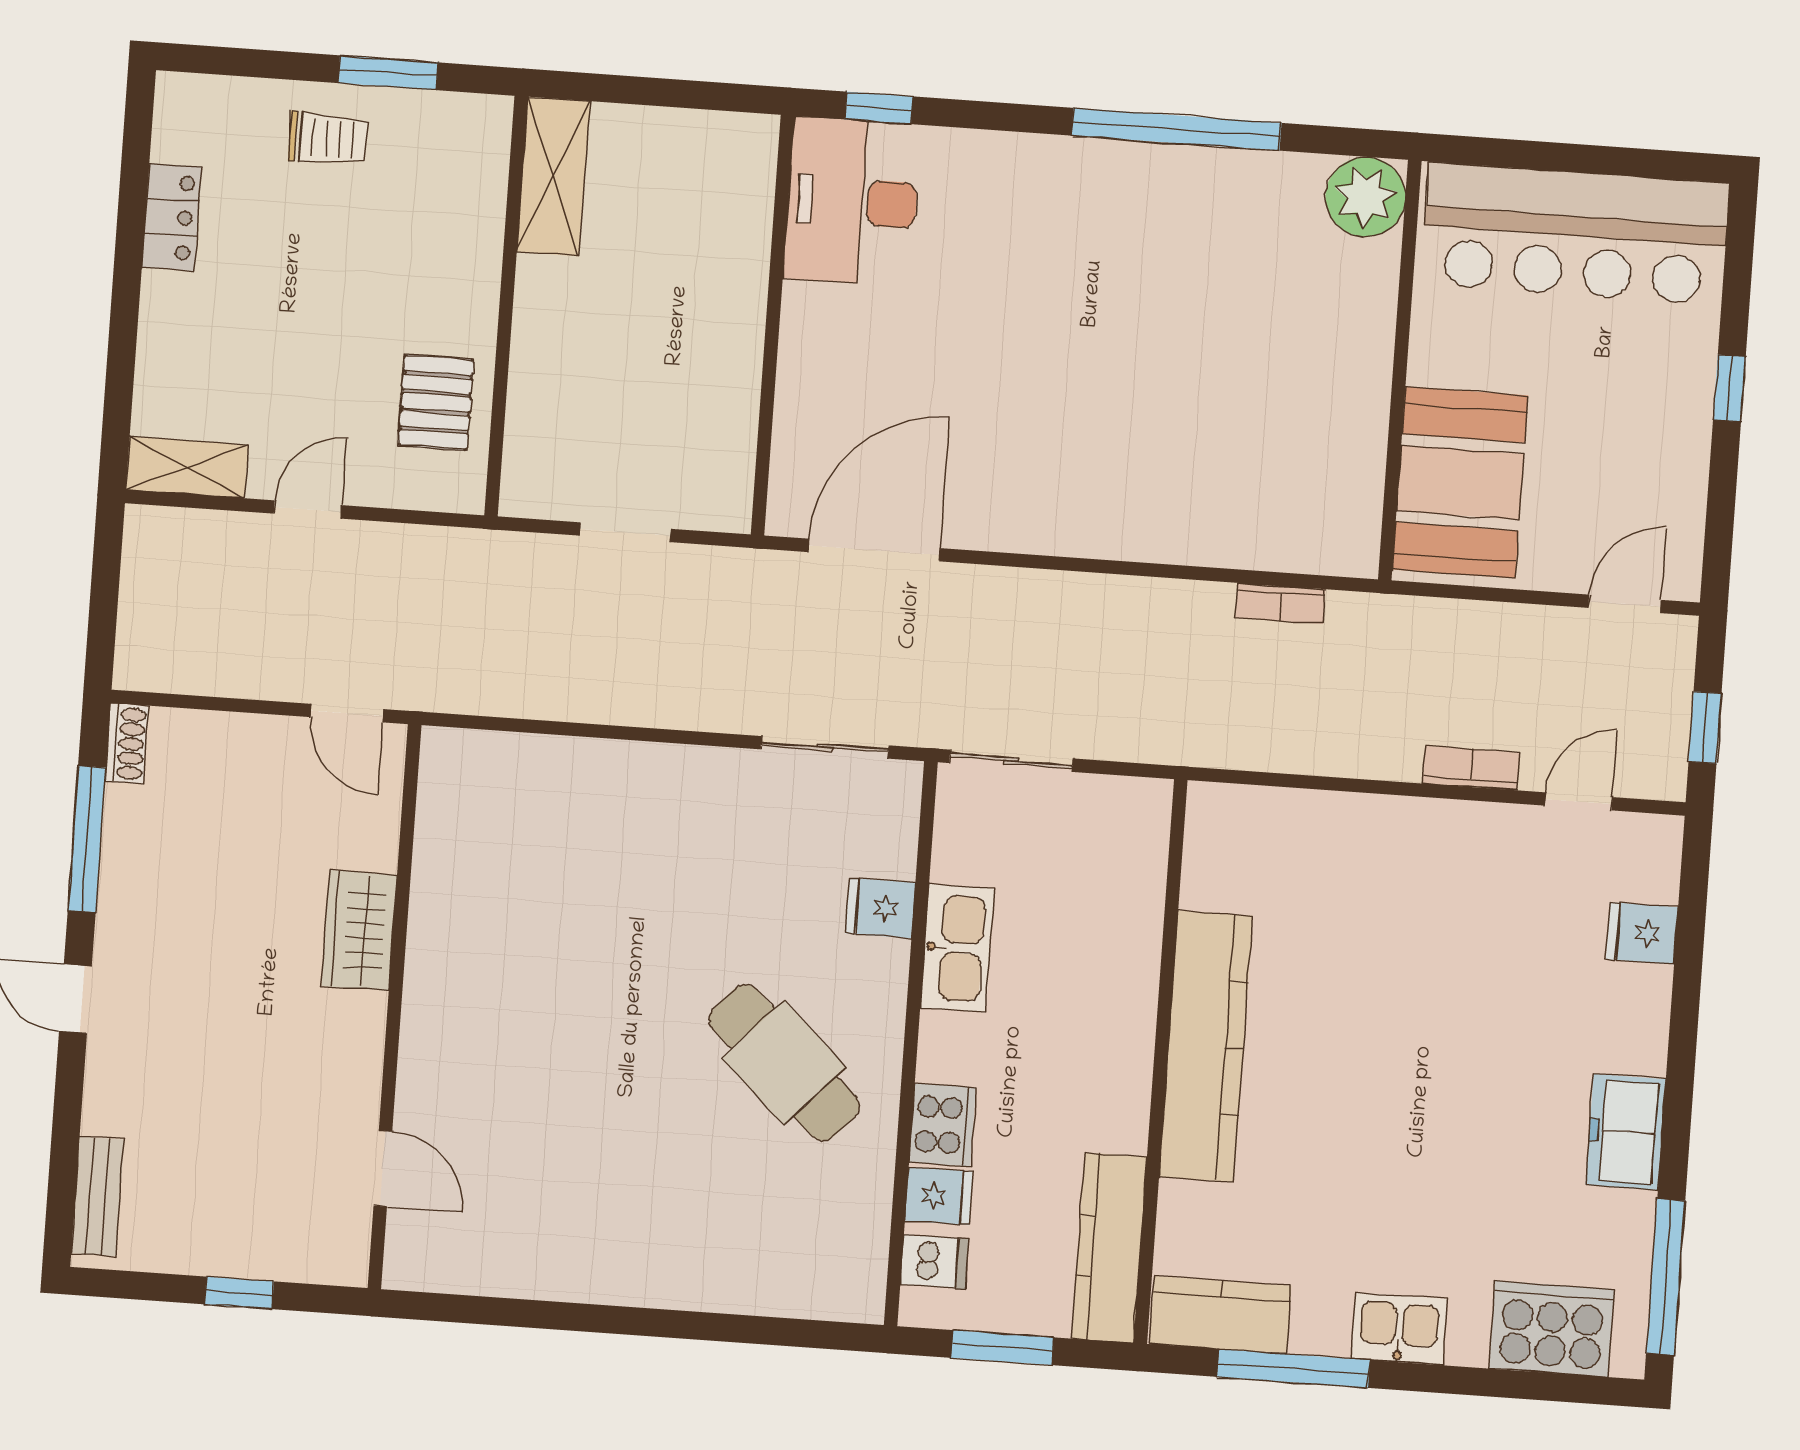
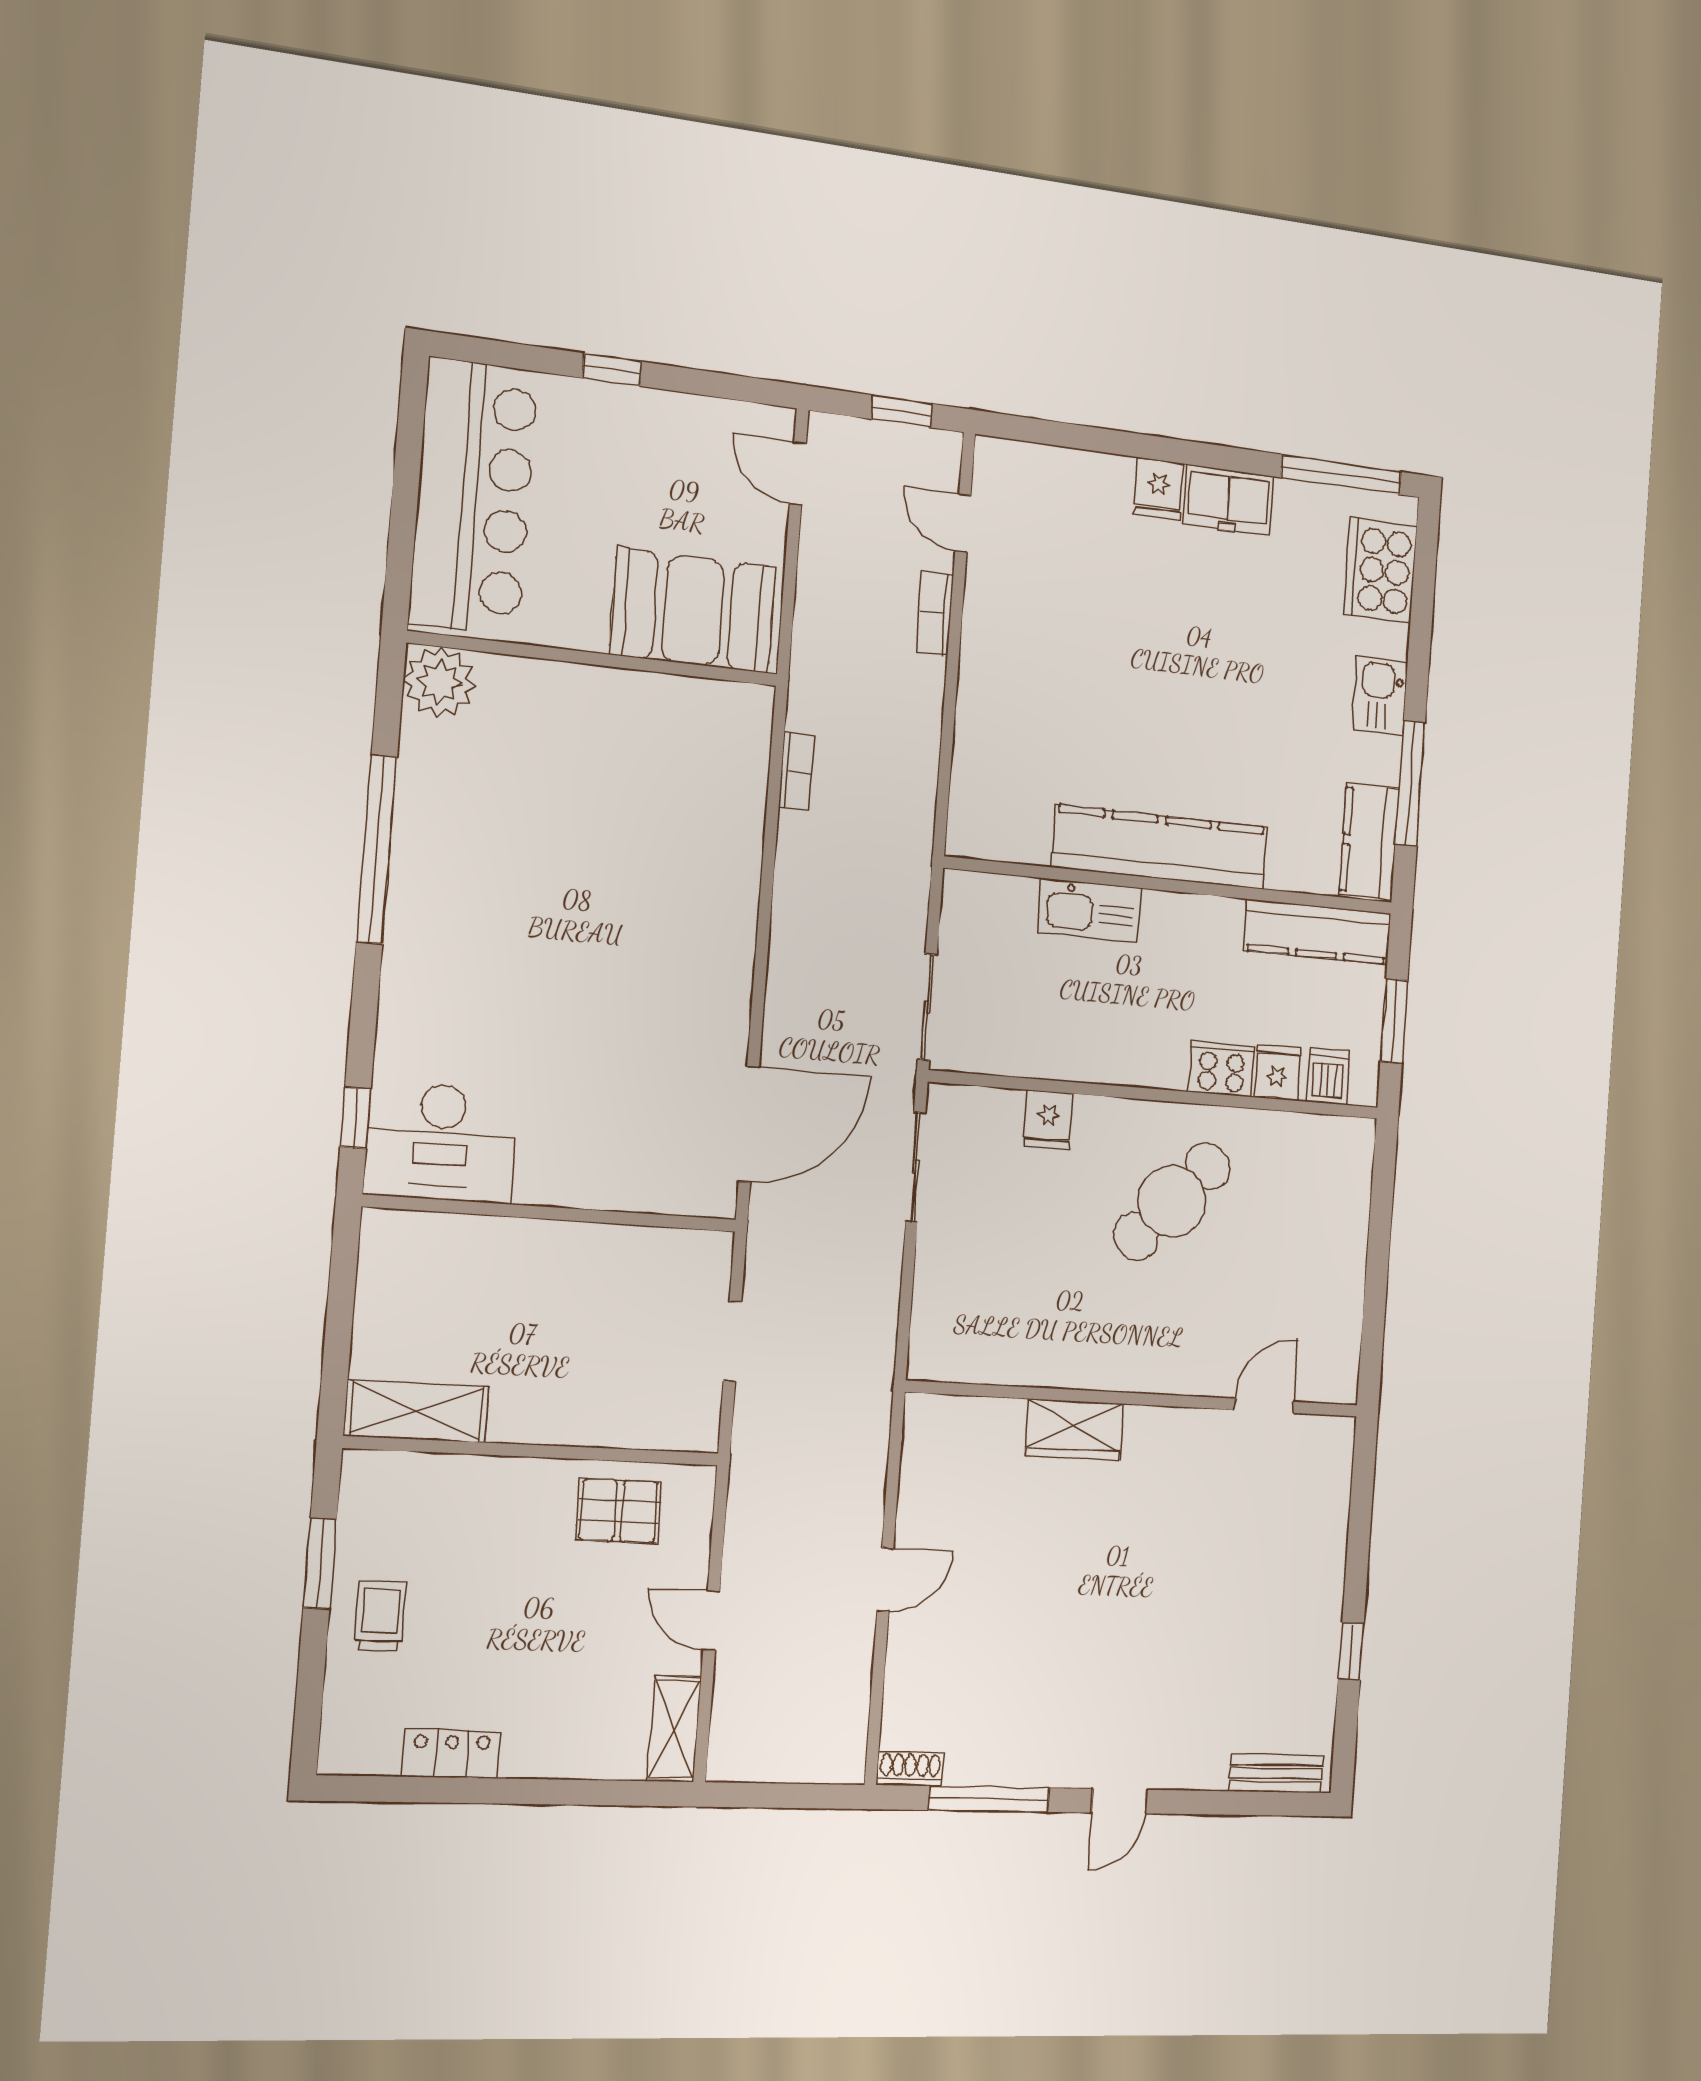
door: (874, 550) -> (749, 1124), swing flipped
wardrobe: (359, 930) -> (1074, 1430), moved
fridge: (1642, 933) -> (1159, 489), moved
kitchen sink: (957, 948) -> (1090, 910), moved, turned 180
wall: (394, 1007) -> (1136, 1399), moved
door: (383, 1169) -> (1264, 1406), moved

